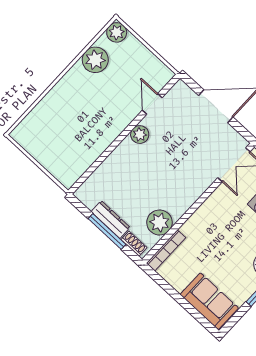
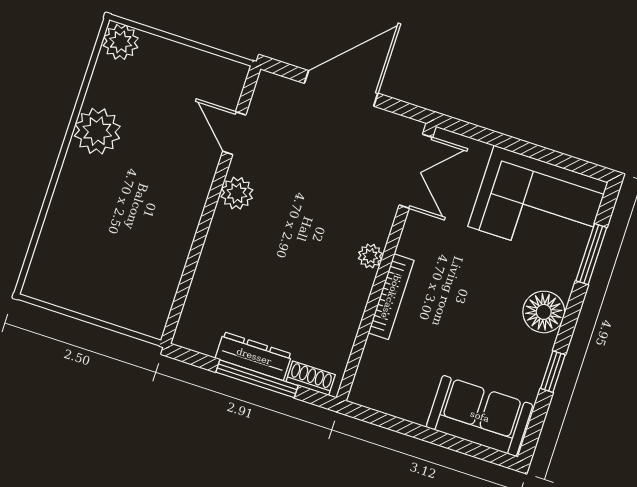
plant: (95, 60) -> (97, 131), moved
plant: (159, 222) -> (370, 256), moved, width x0.53, depth x0.53
bookcase: (166, 250) -> (391, 297), moved

